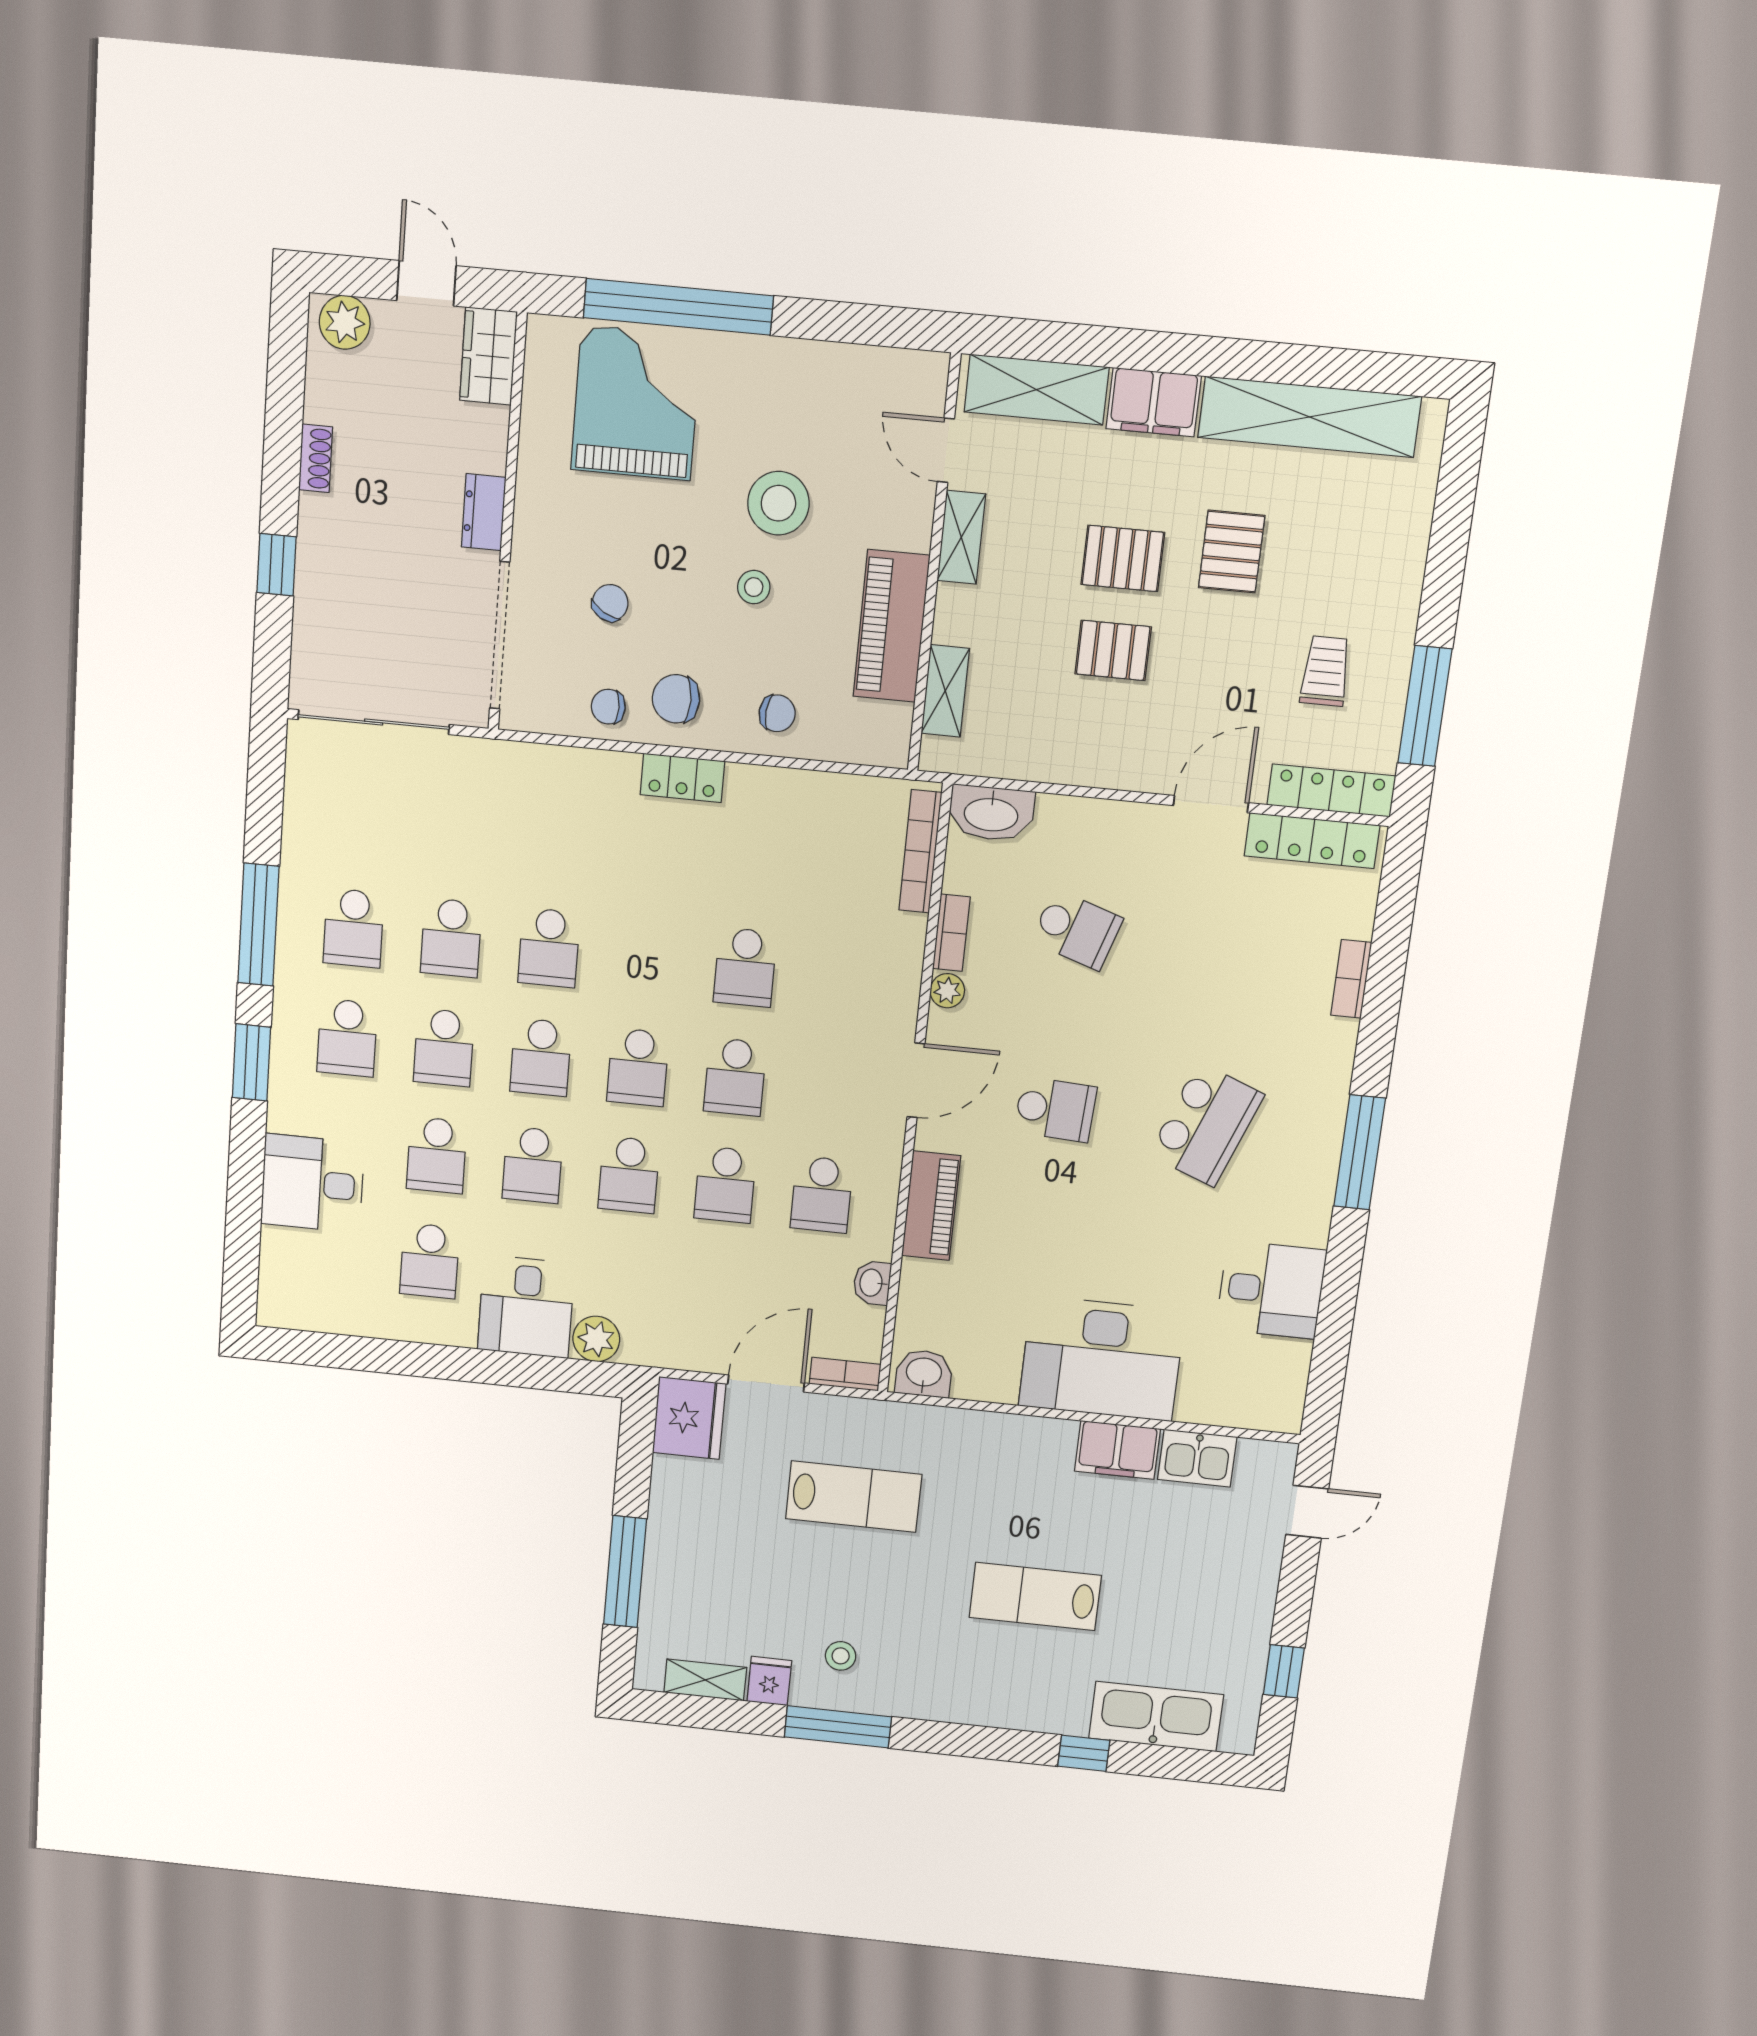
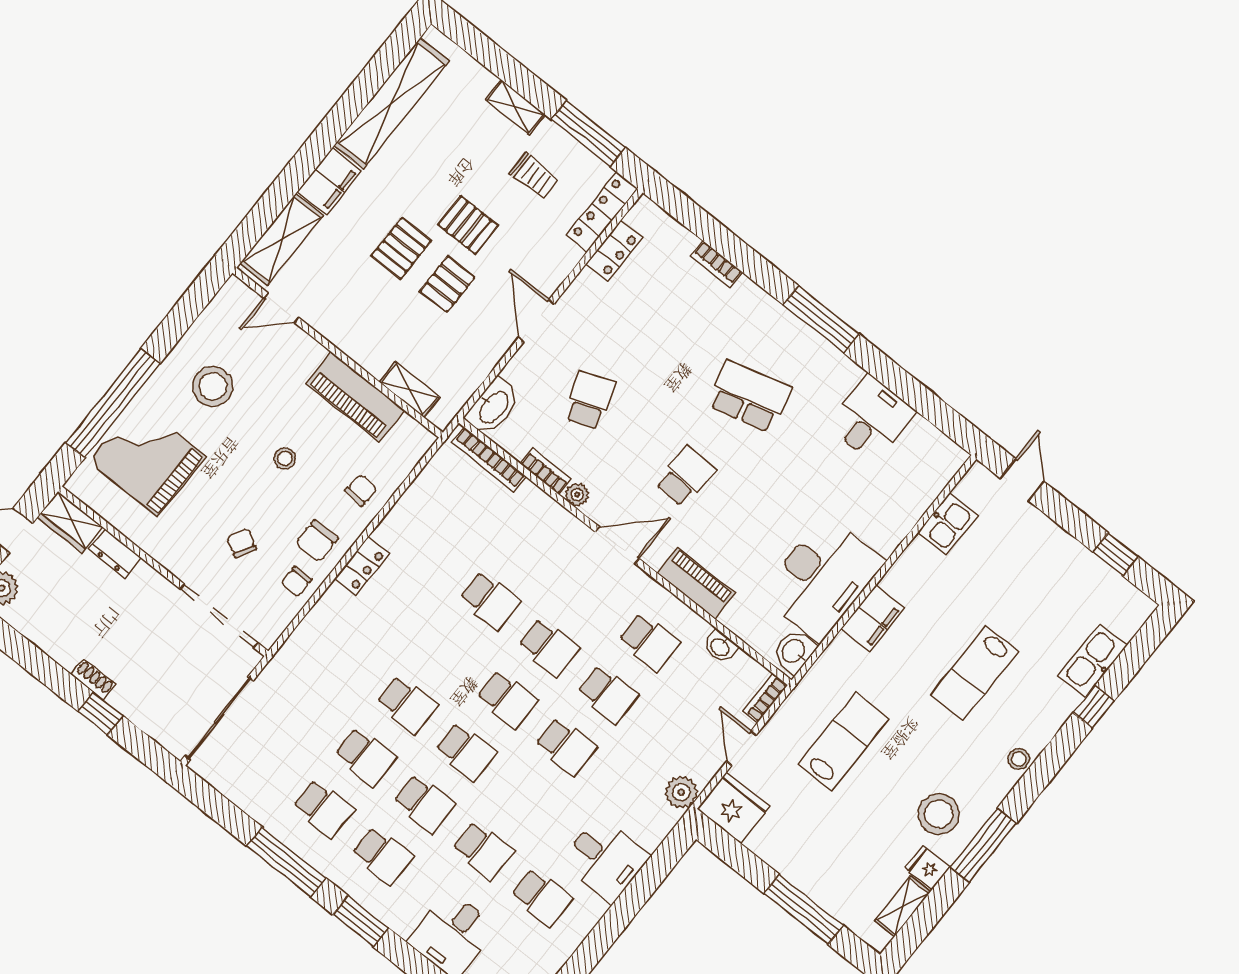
shoe rack: (316, 458) -> (93, 679), moved
stool: (778, 503) -> (213, 386), moved
dresser: (484, 512) -> (115, 553), moved
shelving: (961, 537) -> (515, 107), moved
pallet: (1232, 552) -> (468, 225), moved
trolley: (1325, 671) -> (534, 176), turned 180
door: (1211, 804) -> (536, 321), moved
locker: (1312, 841) -> (614, 251), width x0.66
school desk: (1077, 930) -> (589, 400), turned -39
door: (916, 1080) -> (617, 545), hinge flipped
school desk: (1206, 1125) -> (749, 396), turned -36
school desk: (533, 1165) -> (524, 798), removed
plant: (596, 1339) -> (681, 792), moved
desk: (1102, 1358) -> (822, 578), moved
door: (766, 1383) -> (741, 748), width x0.73
filing cabinet: (1117, 1450) -> (873, 618), moved
stool: (841, 1656) -> (939, 814), width x1.89, depth x1.89
stool: (966, 1706) -> (1019, 759), added
kitchen sink: (1156, 1716) -> (1093, 661), width x0.73, depth x0.81

